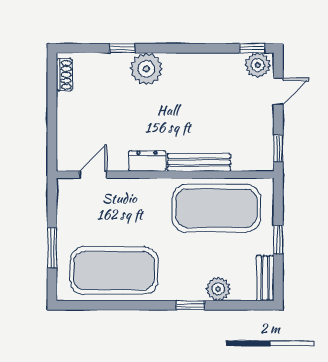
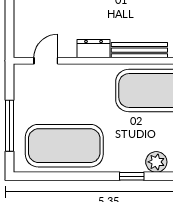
window: (52, 248) -> (9, 126), width x1.44

